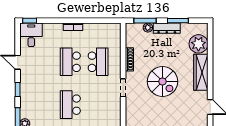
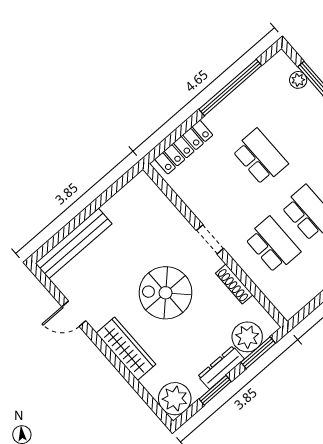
plant: (148, 28) -> (247, 337), width x1.87, depth x1.87
plant: (198, 44) -> (175, 399), moved
school desk: (98, 62) -> (273, 245), turned 180

